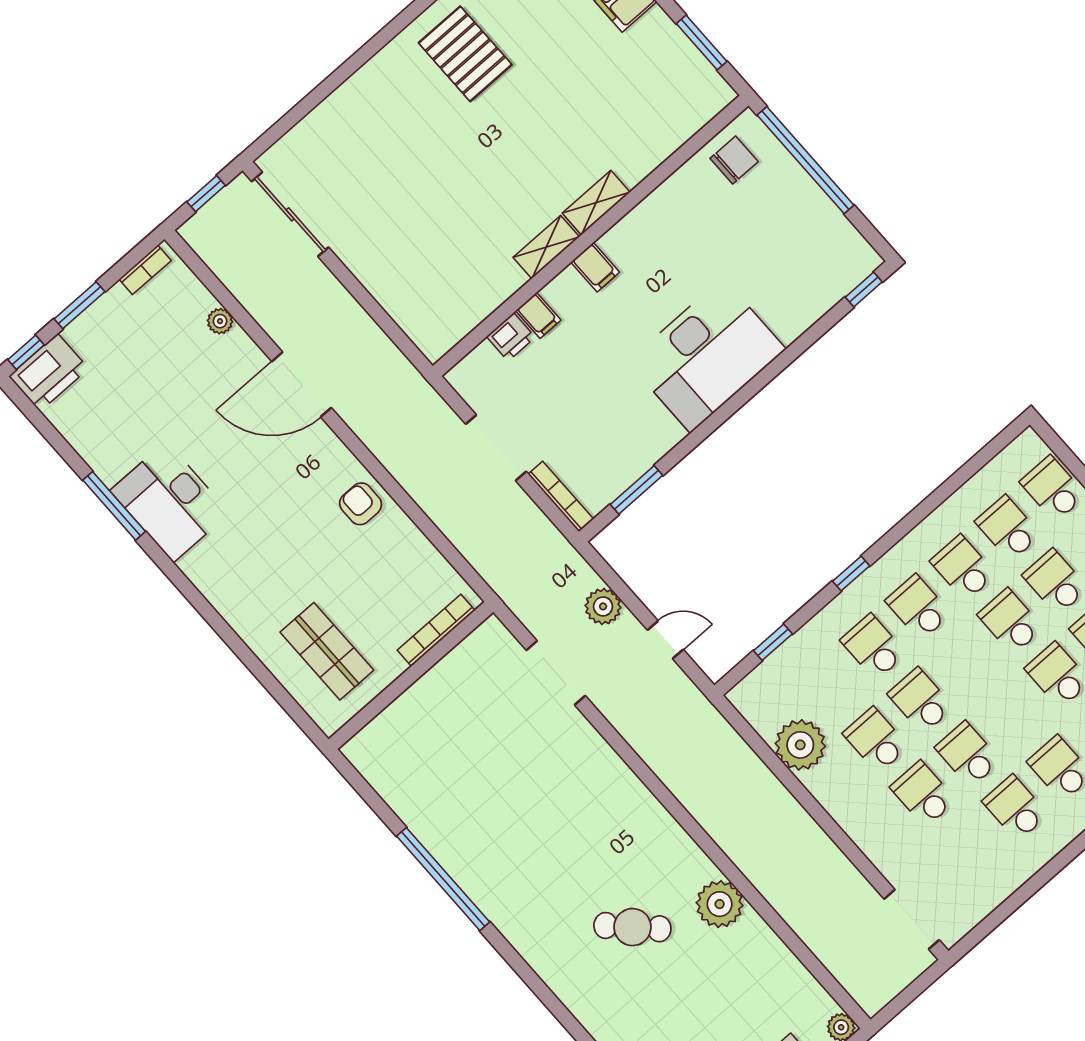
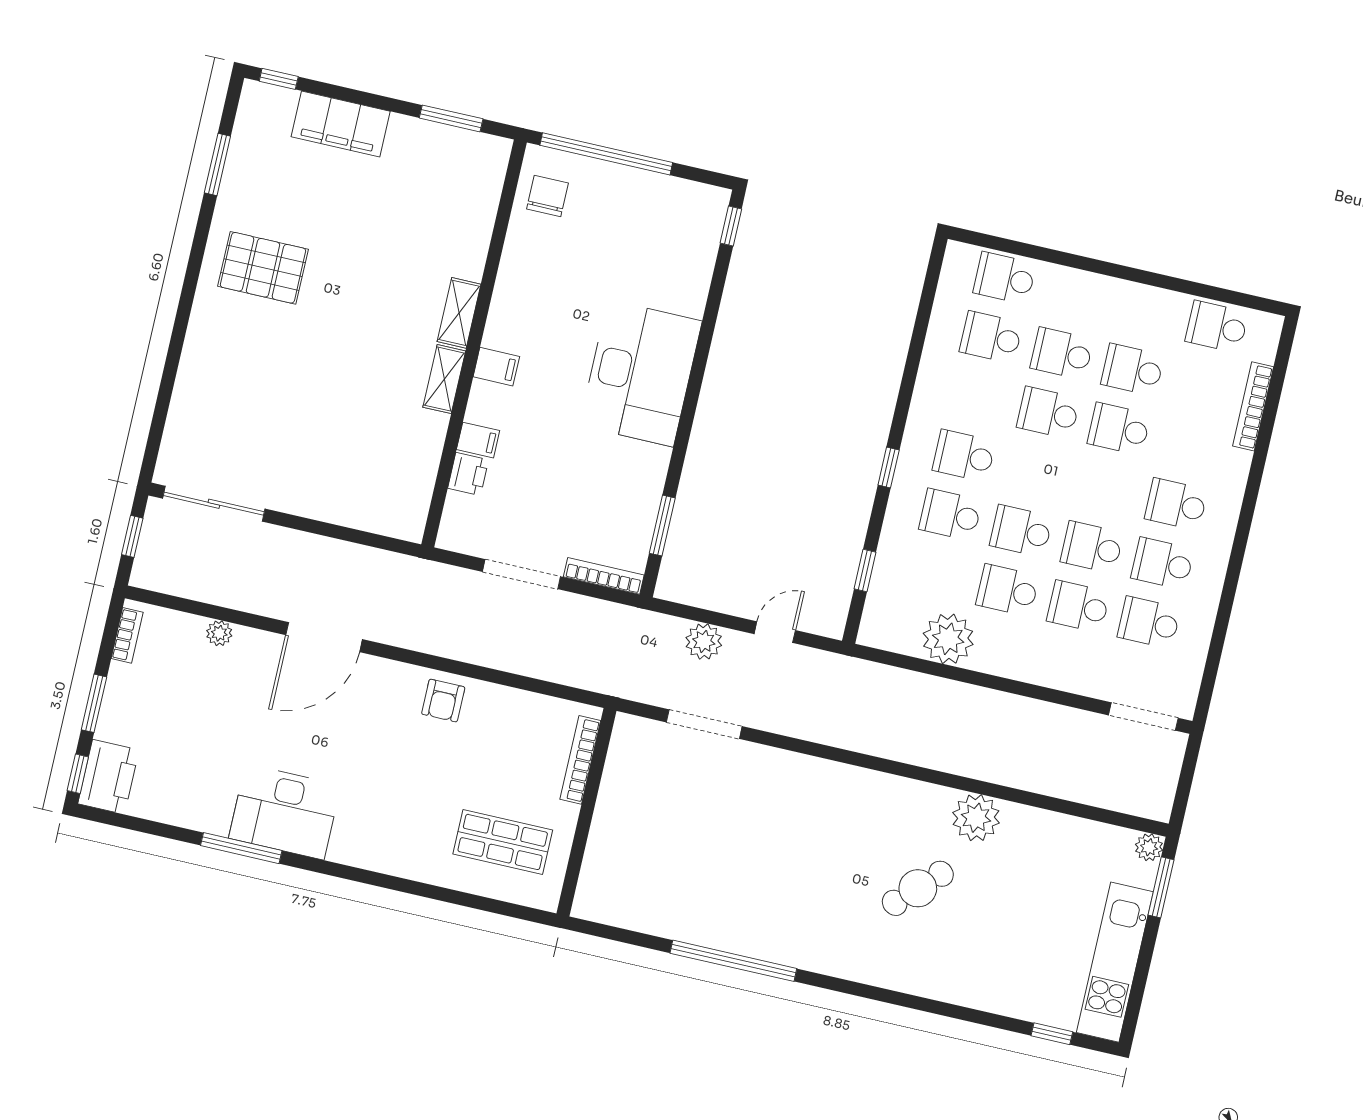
armchair: (361, 504) -> (443, 701), turned -90
school desk: (963, 568) -> (1149, 623), moved

